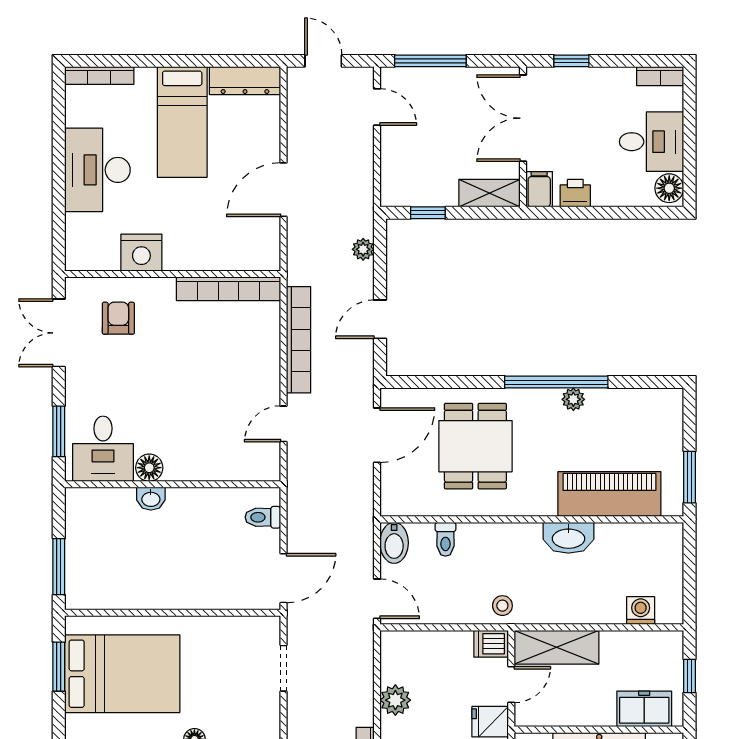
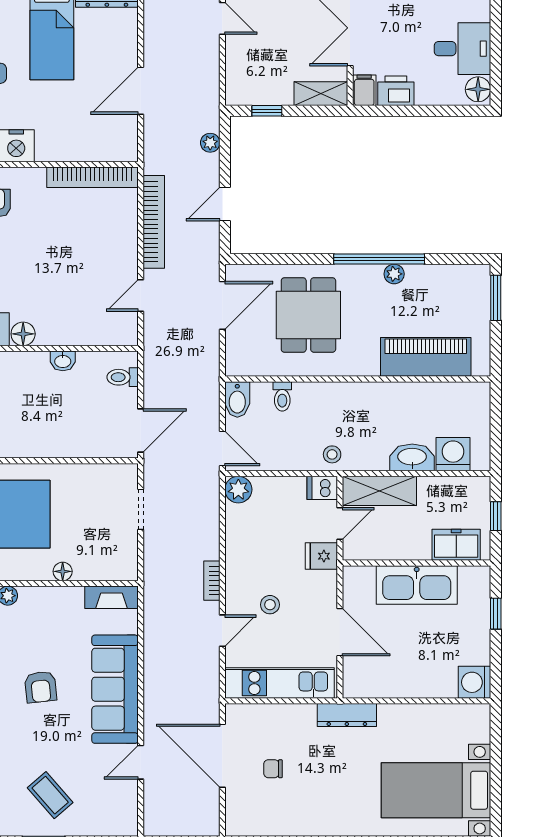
printer: (575, 193) -> (396, 91), width x1.36, depth x1.24
window: (689, 477) -> (496, 298), moved
washbasin: (151, 499) -> (63, 361), moved
washbasin: (568, 538) -> (412, 457), moved, turned 180
washing machine: (641, 611) -> (453, 454), width x1.38, depth x1.38
plant: (395, 700) -> (238, 490), moved

